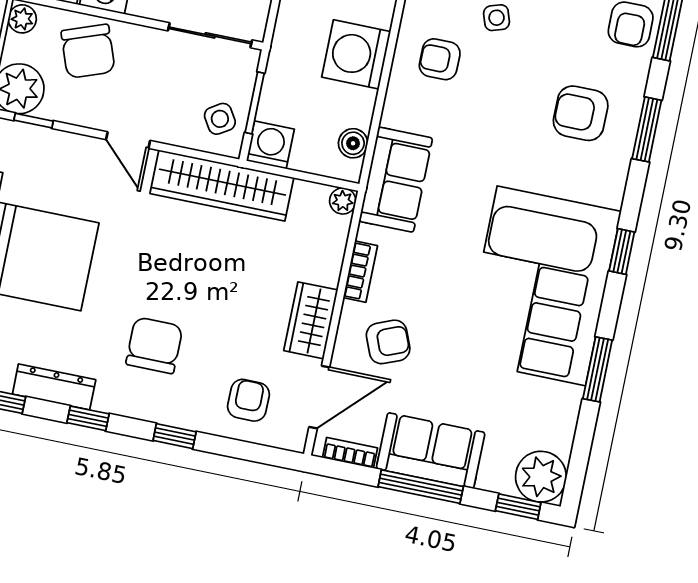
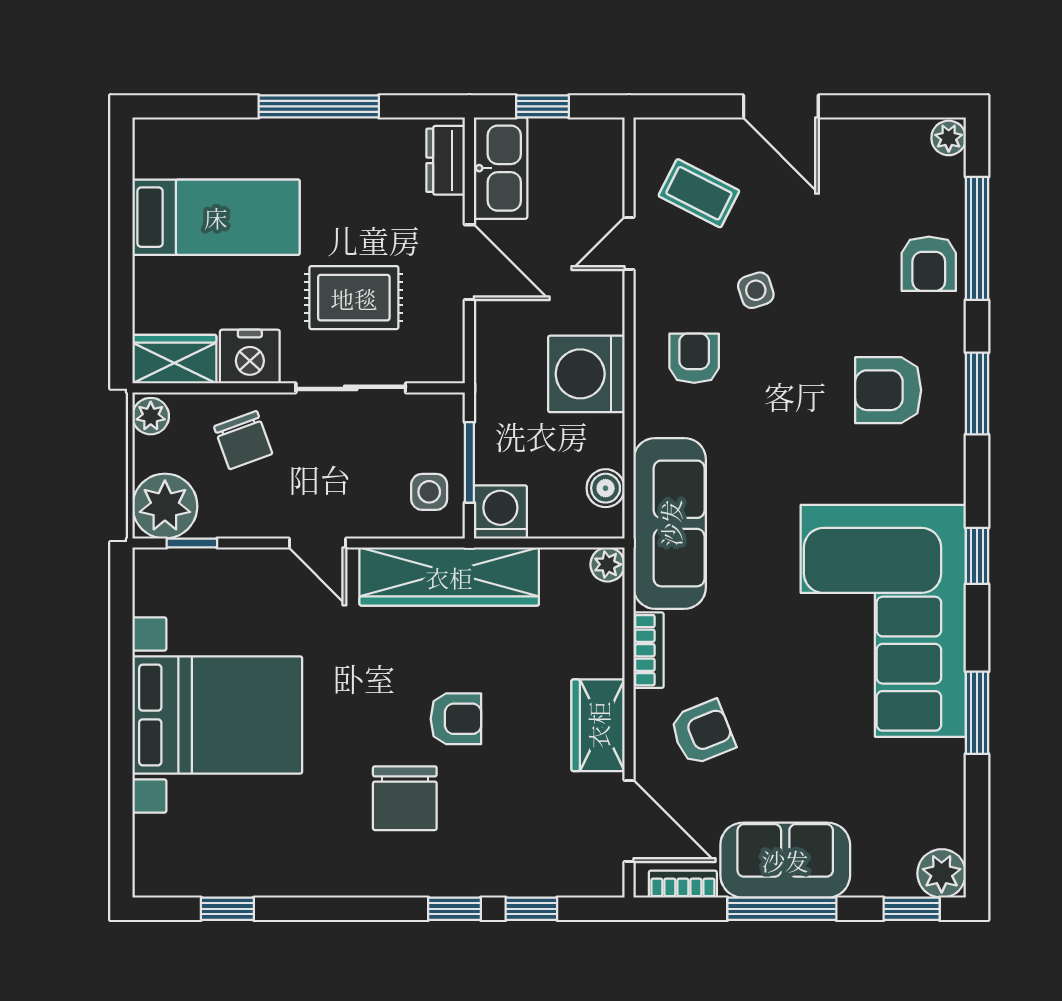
sliding door: (210, 35) -> (351, 388), moved
chair: (88, 51) -> (243, 440), width x0.73, depth x0.73
armchair: (440, 59) -> (694, 358), turned 90
side table: (220, 119) -> (429, 492), turned 32
sofa: (396, 180) -> (670, 523), width x1.36
chair: (154, 345) -> (405, 798), turned 180
dresser: (54, 387) -> (288, 878), removed
door: (319, 397) -> (629, 821), hinge flipped
armchair: (248, 400) -> (456, 719), moved, turned 90
window: (88, 418) -> (531, 909), moved
plant: (541, 477) -> (942, 873), width x0.73, depth x0.73

